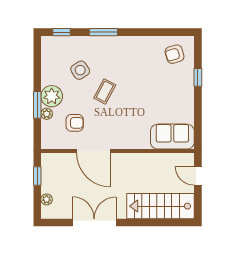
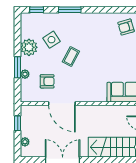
plant: (52, 96) -> (29, 47), moved

